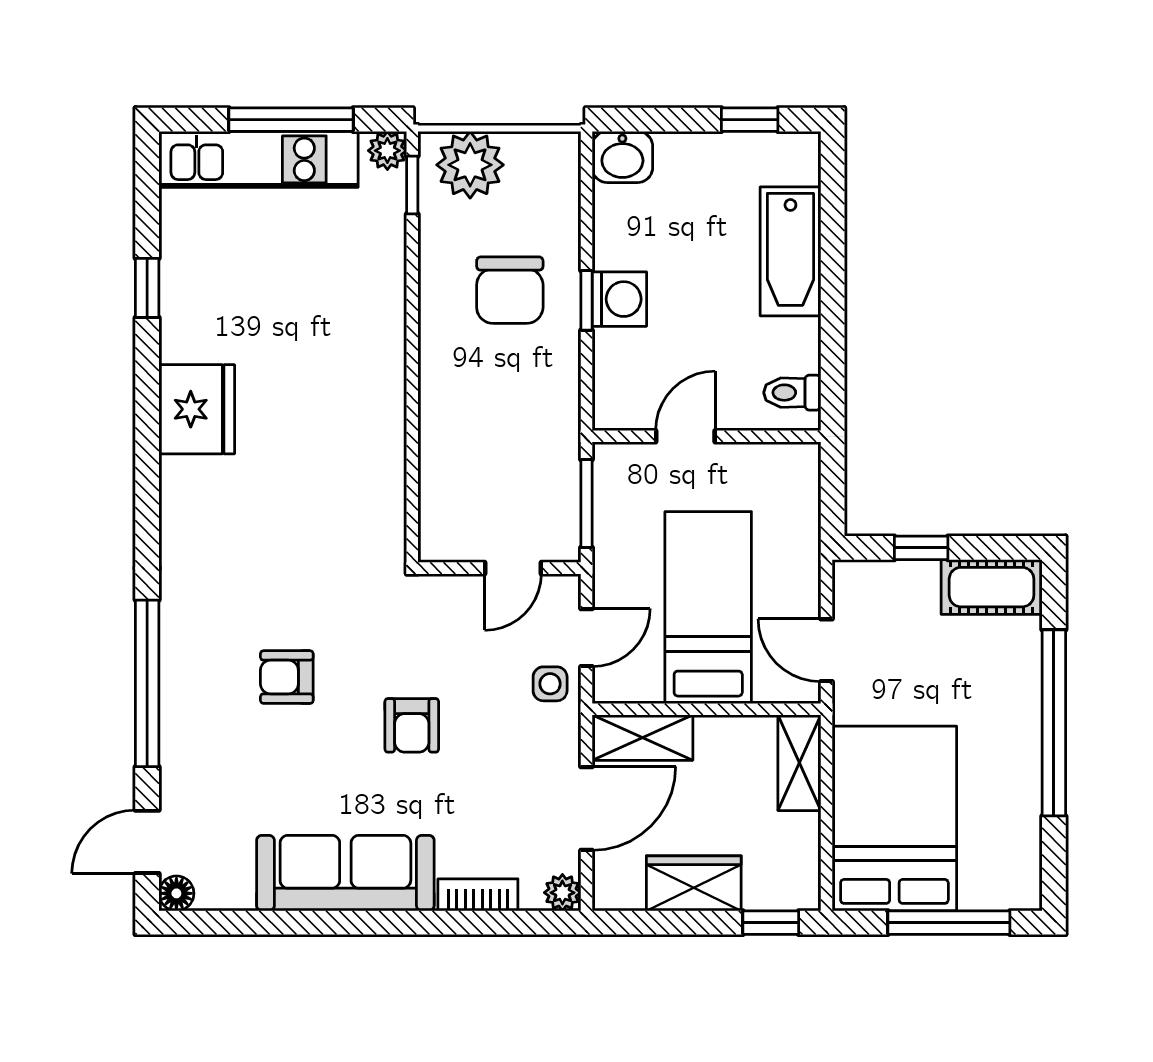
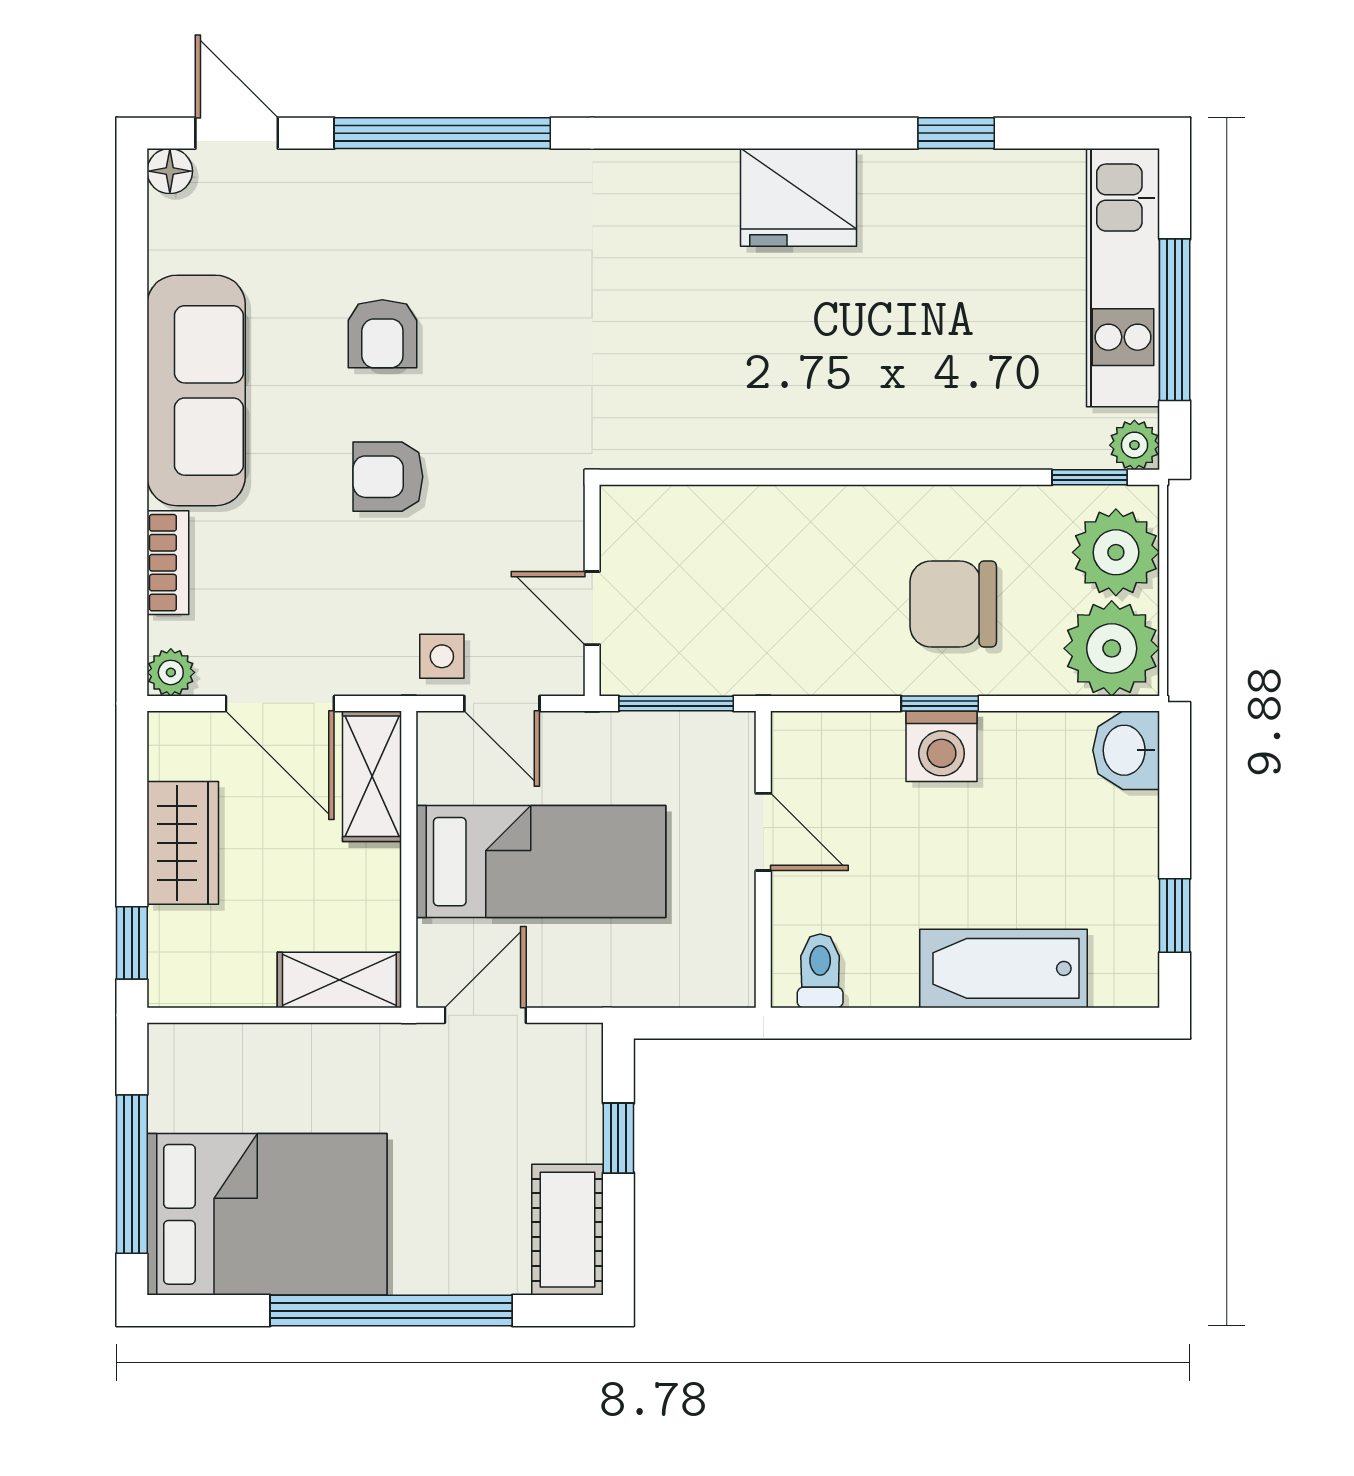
plant: (544, 168) -> (1112, 648), added
armchair: (287, 677) -> (382, 334), moved, turned 180
bed: (894, 819) -> (267, 1214), moved

